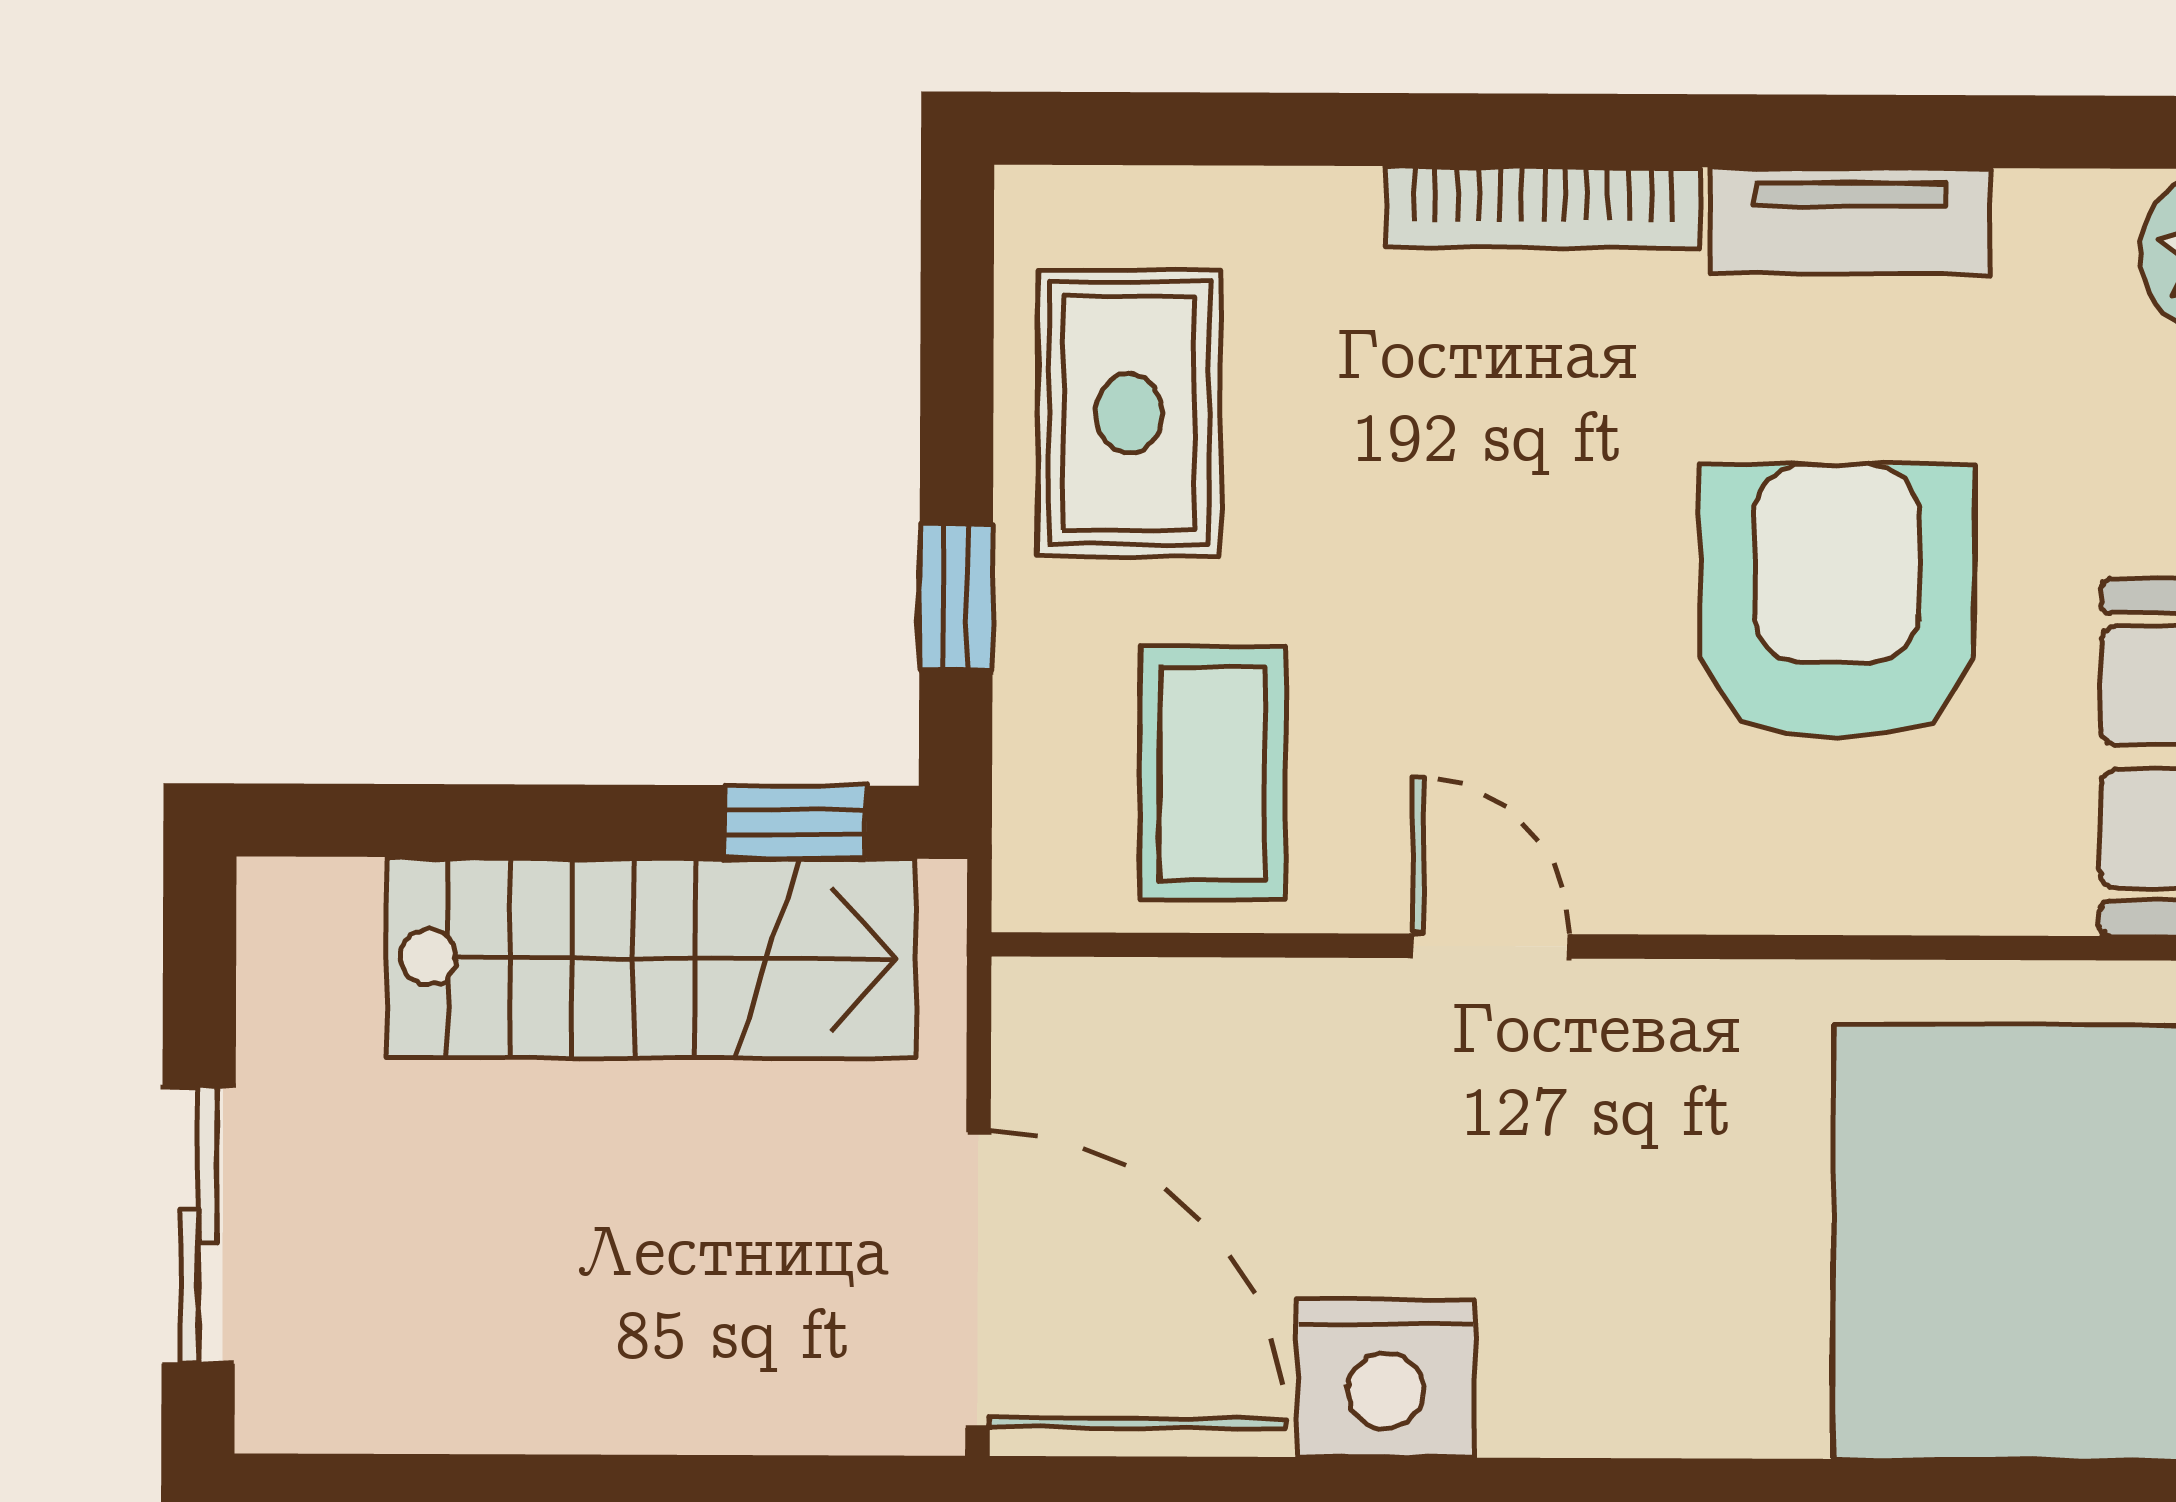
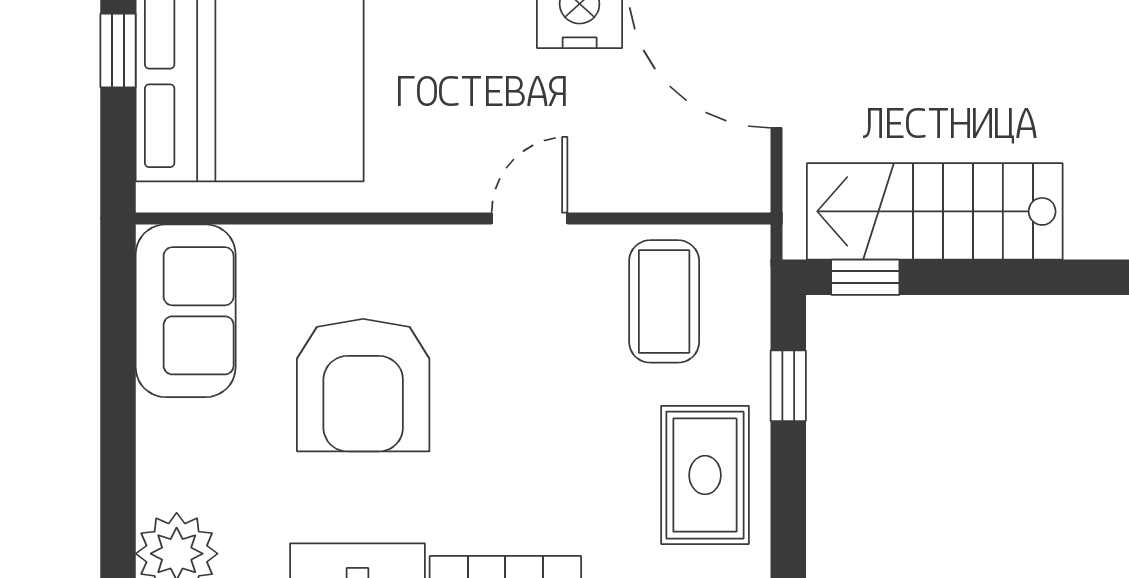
door: (1491, 946) -> (530, 219), swing flipped

